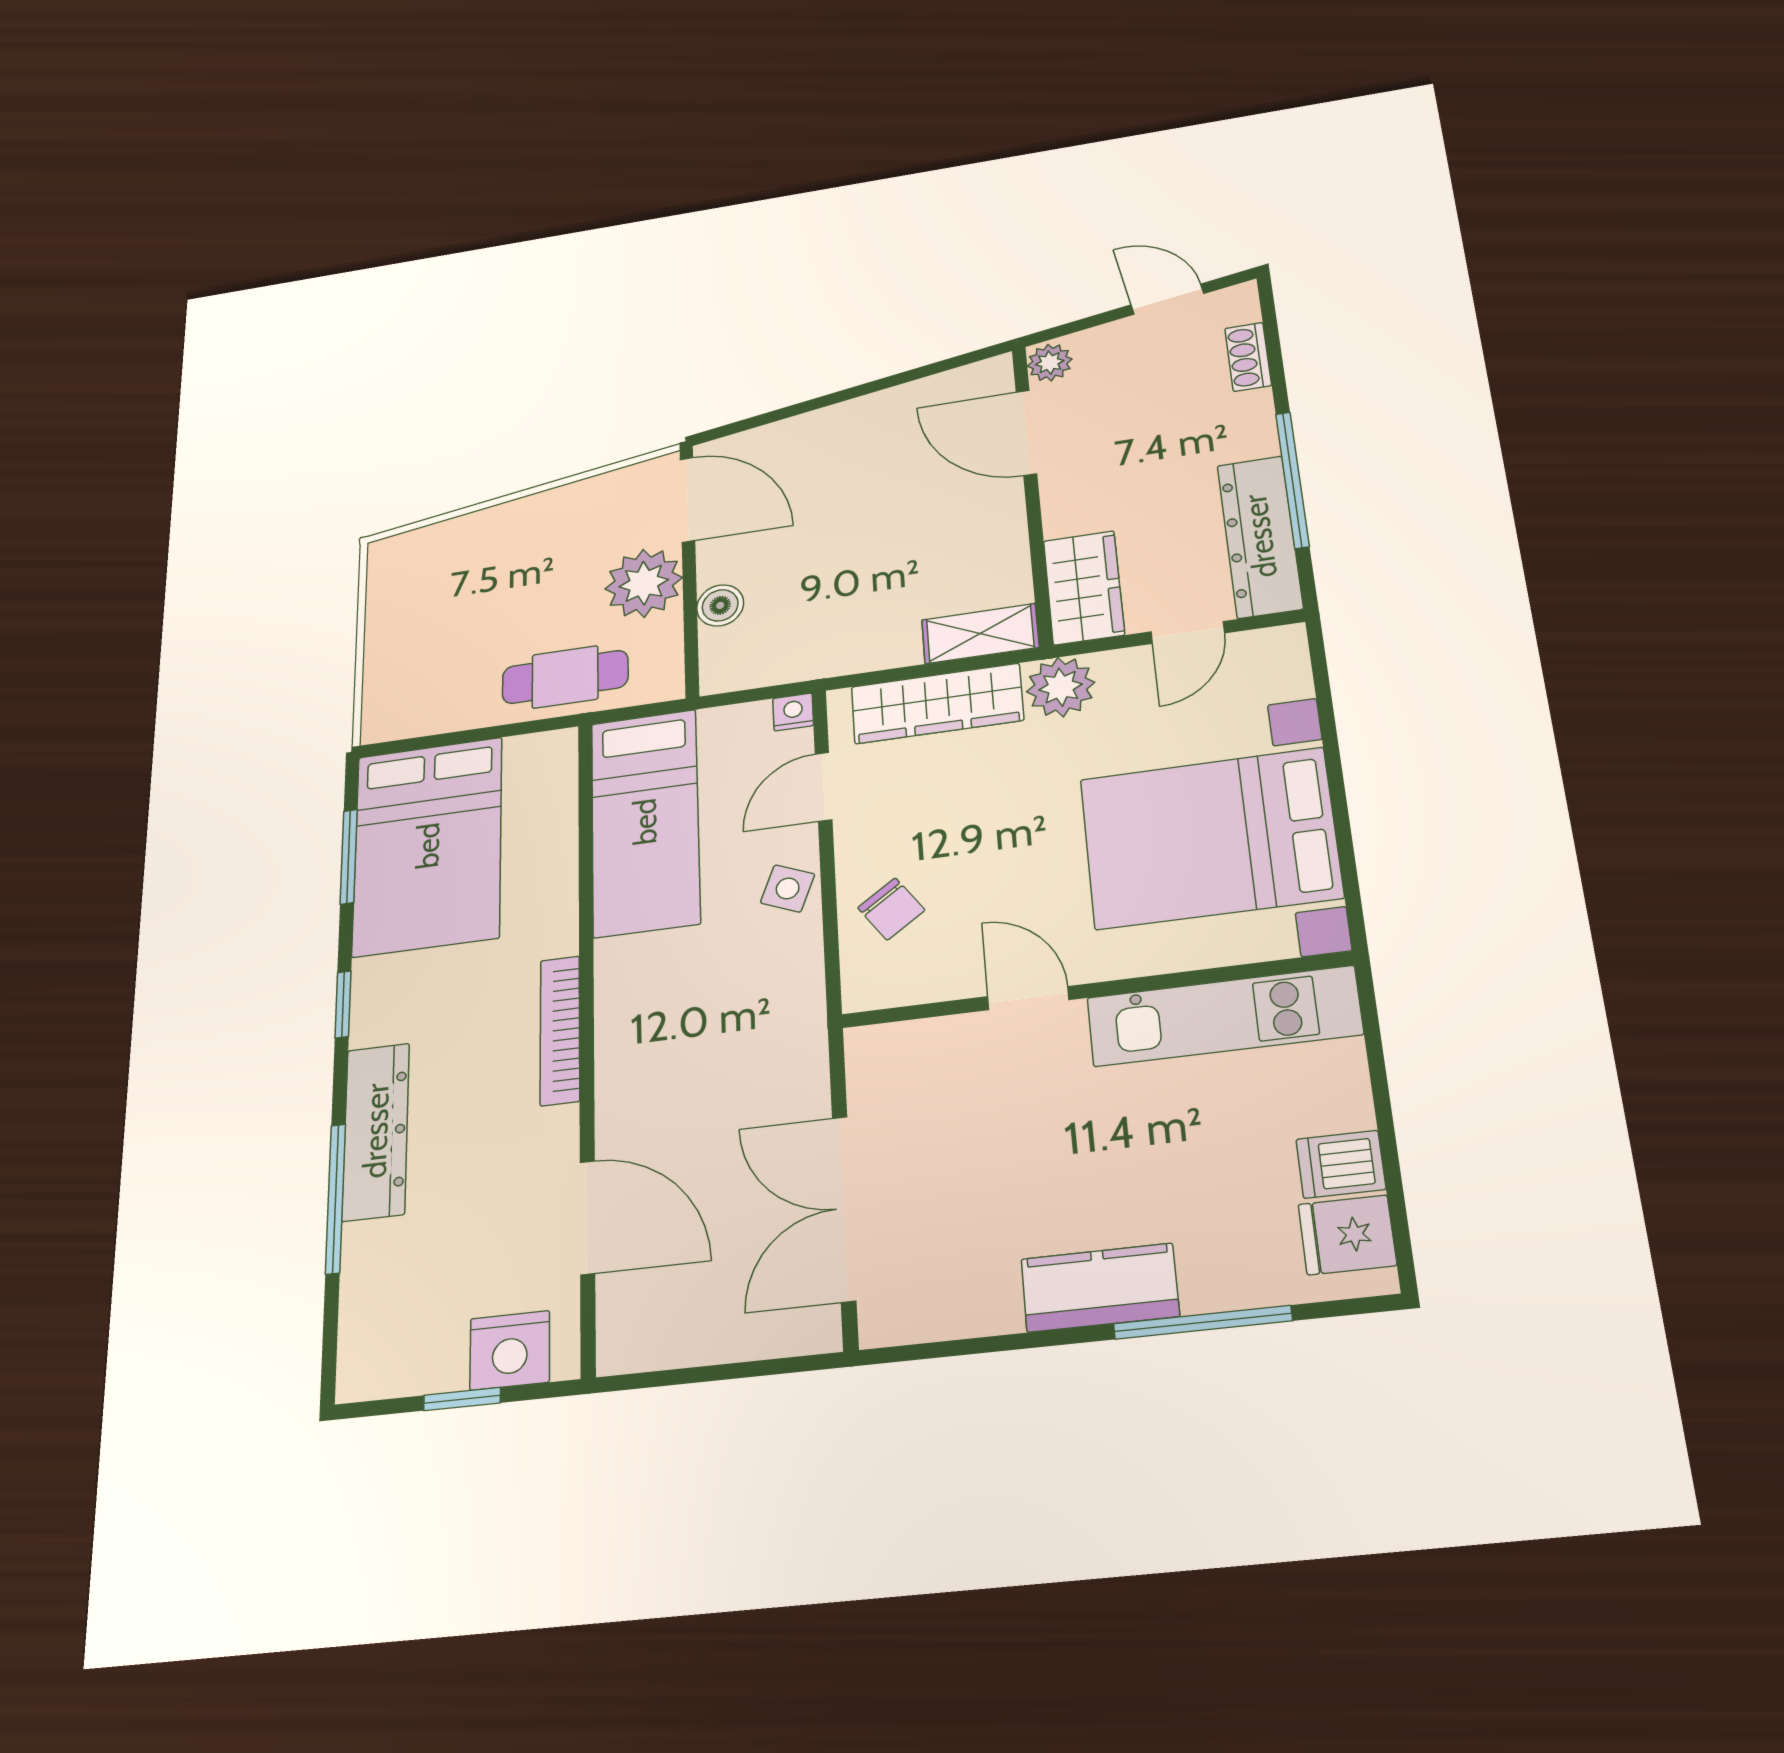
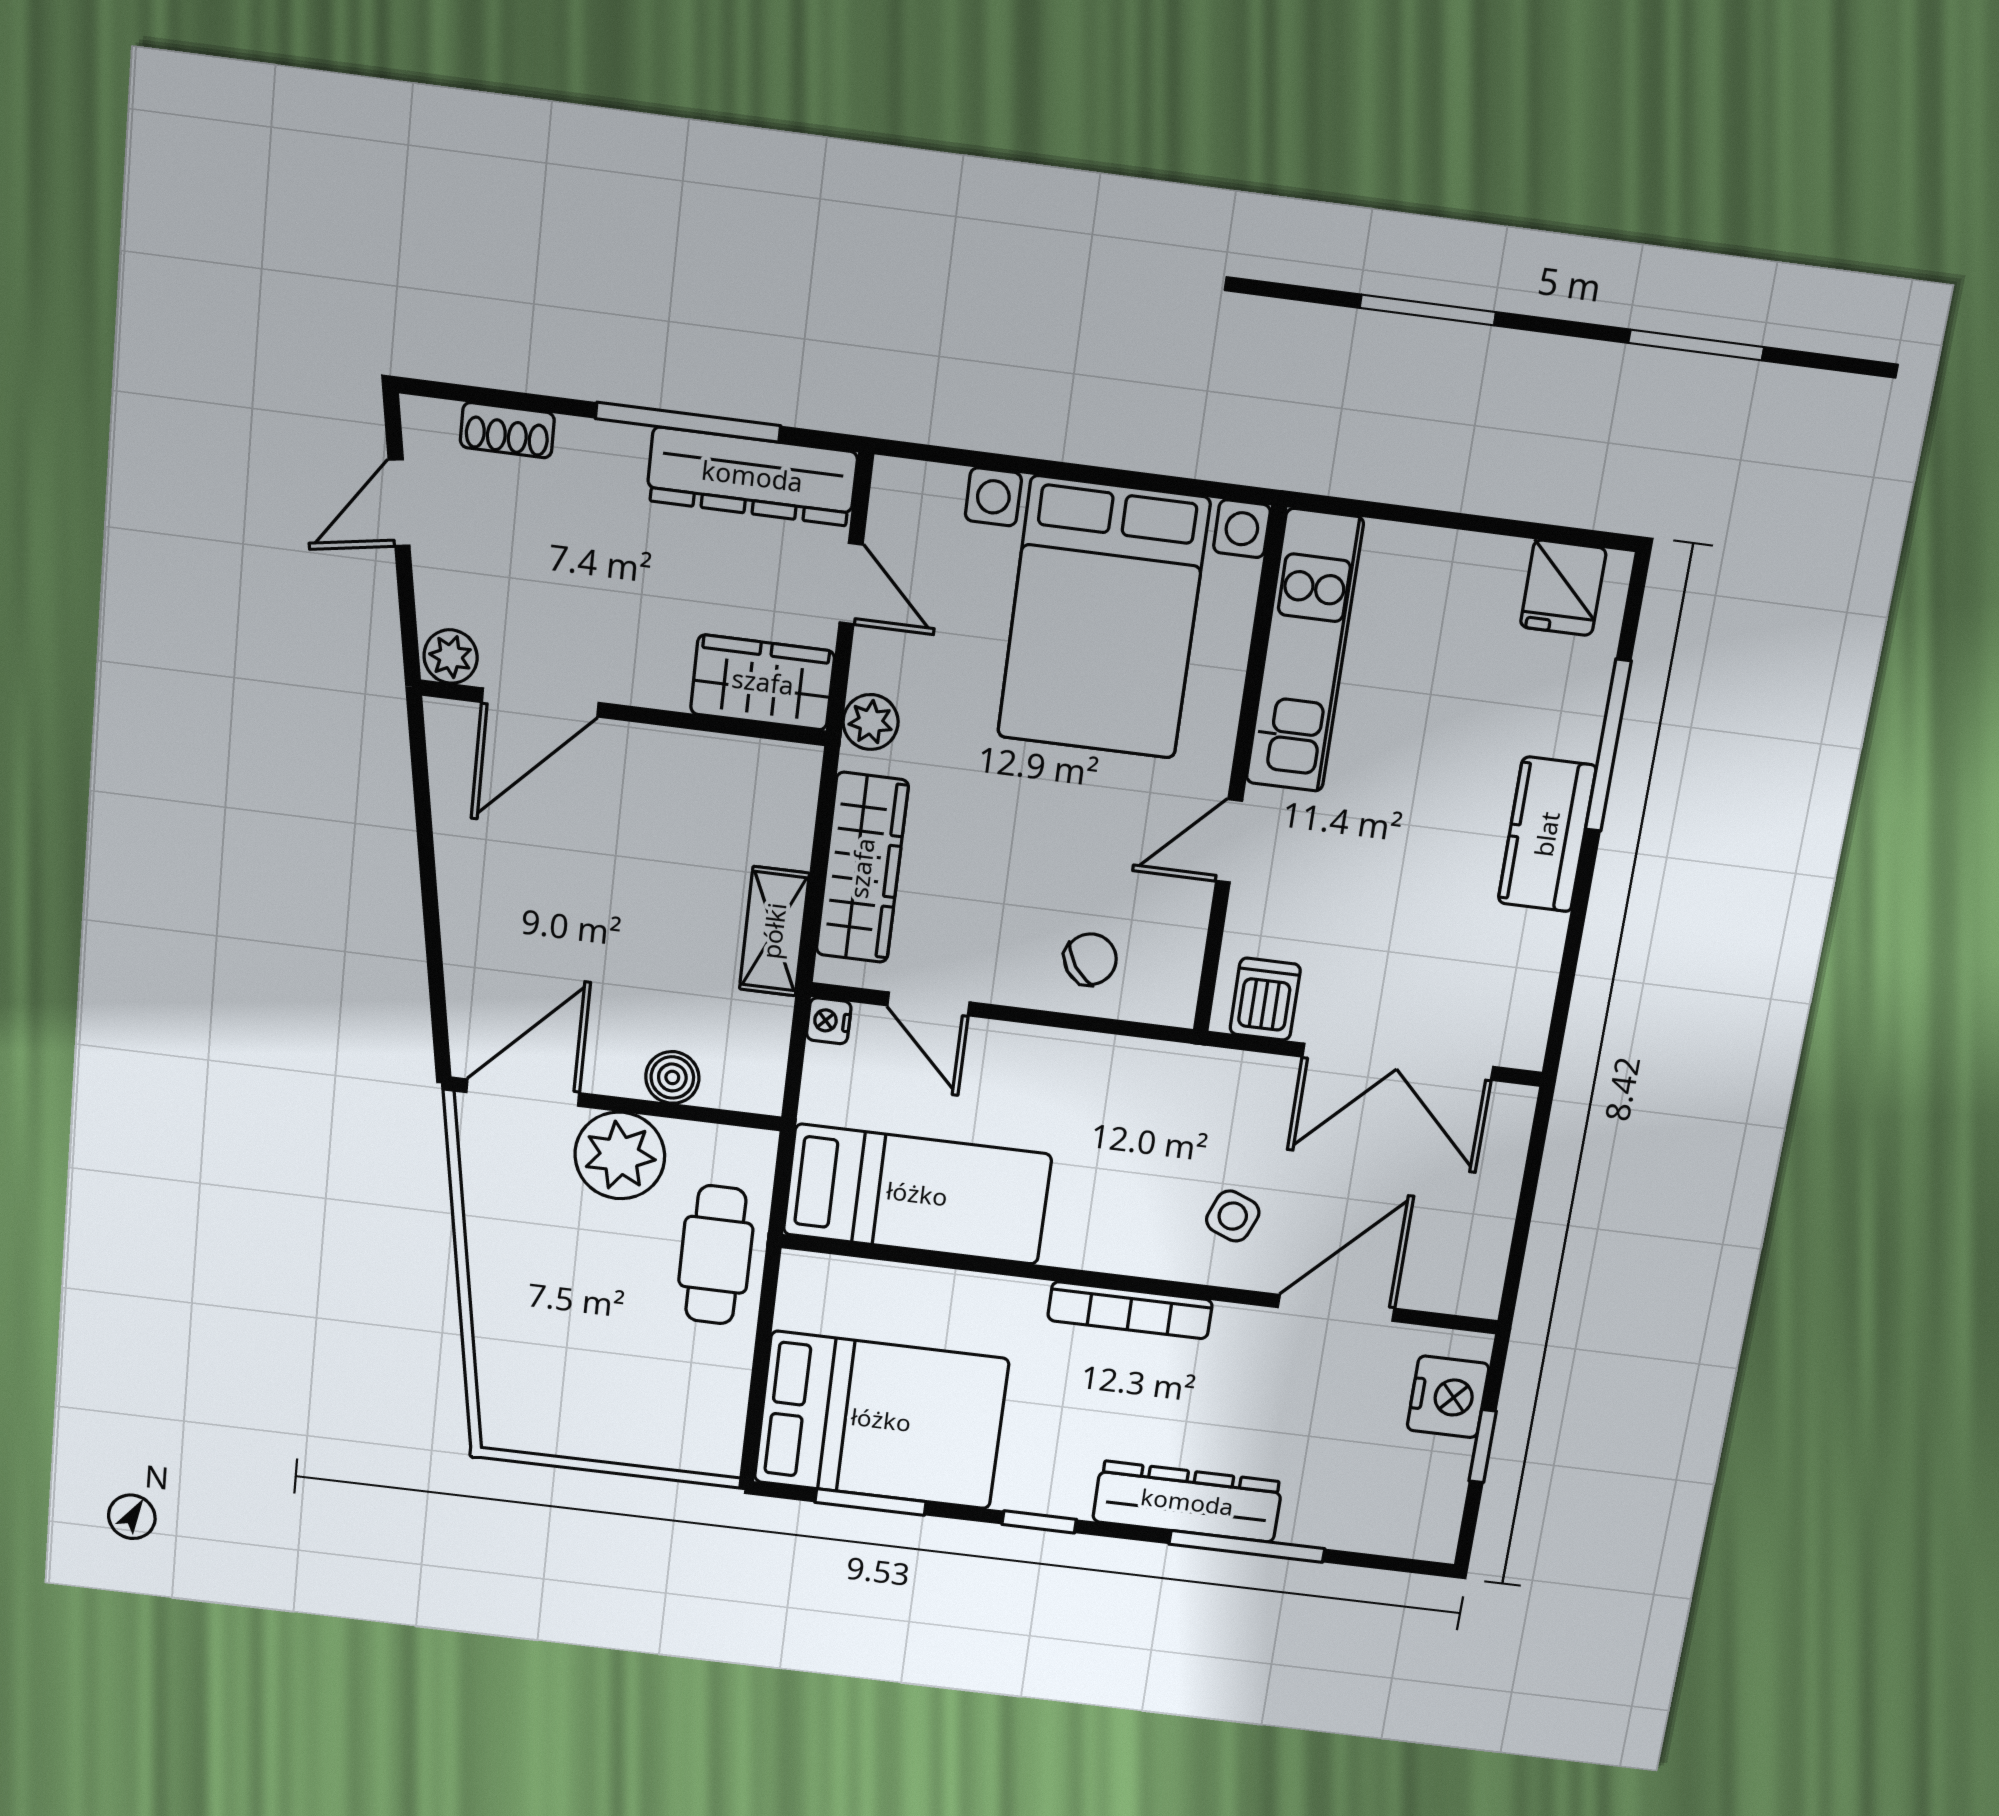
shelving: (980, 634) -> (774, 931), moved
plant: (1061, 687) -> (871, 722), width x0.73, depth x0.73
side table: (788, 888) -> (1233, 1216), moved
dishwasher: (1341, 1164) -> (1265, 999), moved, turned 180

